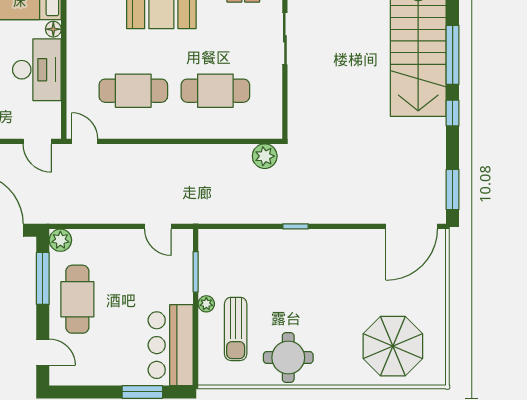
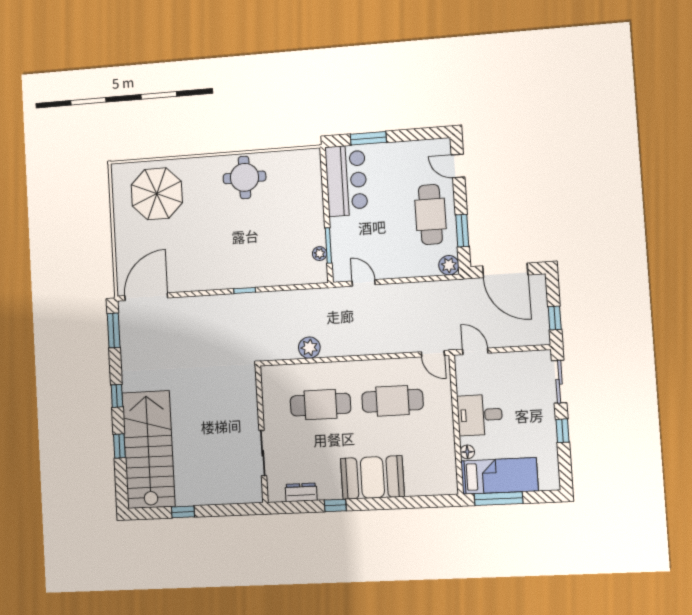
window: (453, 55) -> (119, 446), width x0.46
desk: (37, 70) -> (480, 415), width x0.73
plant: (265, 156) -> (309, 348), moved
window: (43, 278) -> (462, 231), width x0.69
plant: (206, 304) -> (320, 254), moved
sun lounger: (236, 329) -> (291, 199), removed

